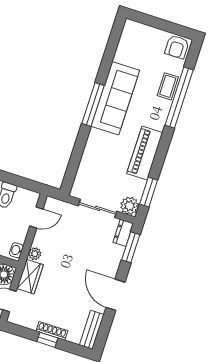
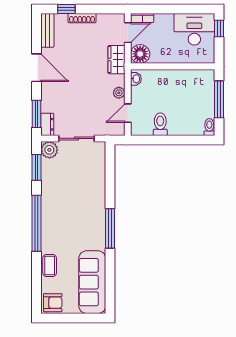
armchair: (177, 47) -> (53, 303), turned 90
sofa: (115, 98) -> (92, 282), moved
window: (179, 98) -> (36, 223), moved
piano: (145, 153) -> (51, 200), removed
plant: (35, 254) -> (119, 93), moved
window: (47, 340) -> (66, 9), moved

